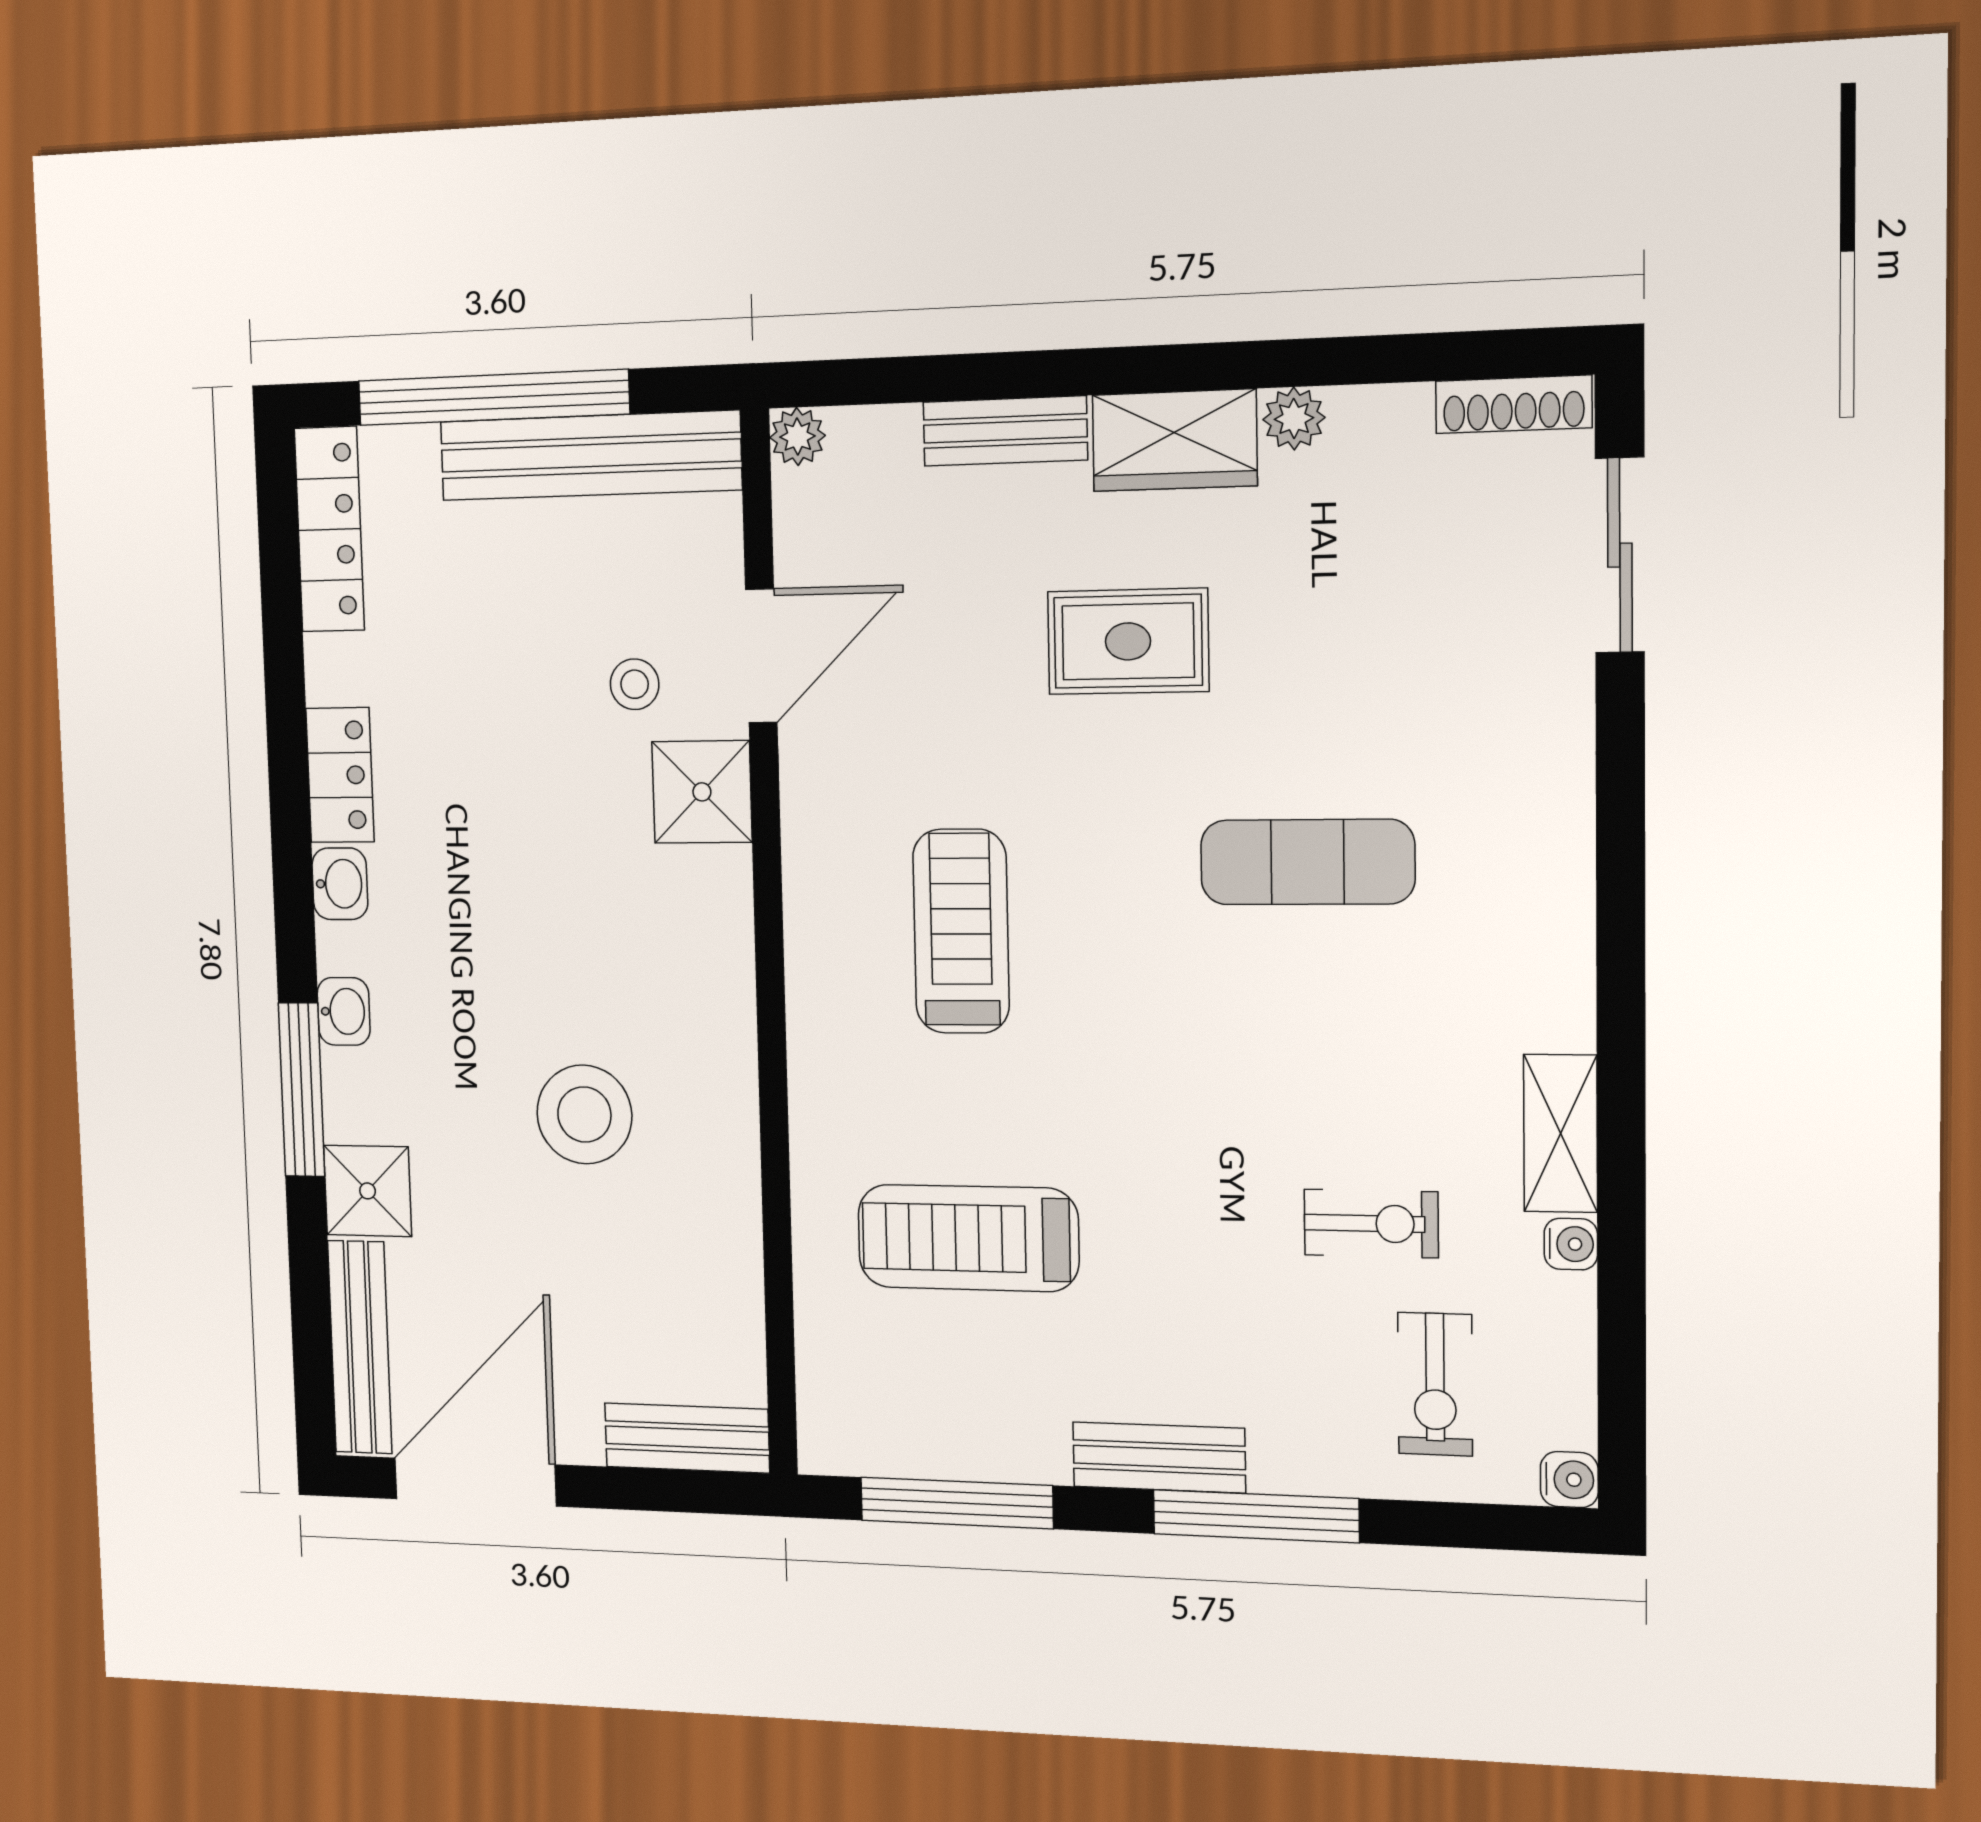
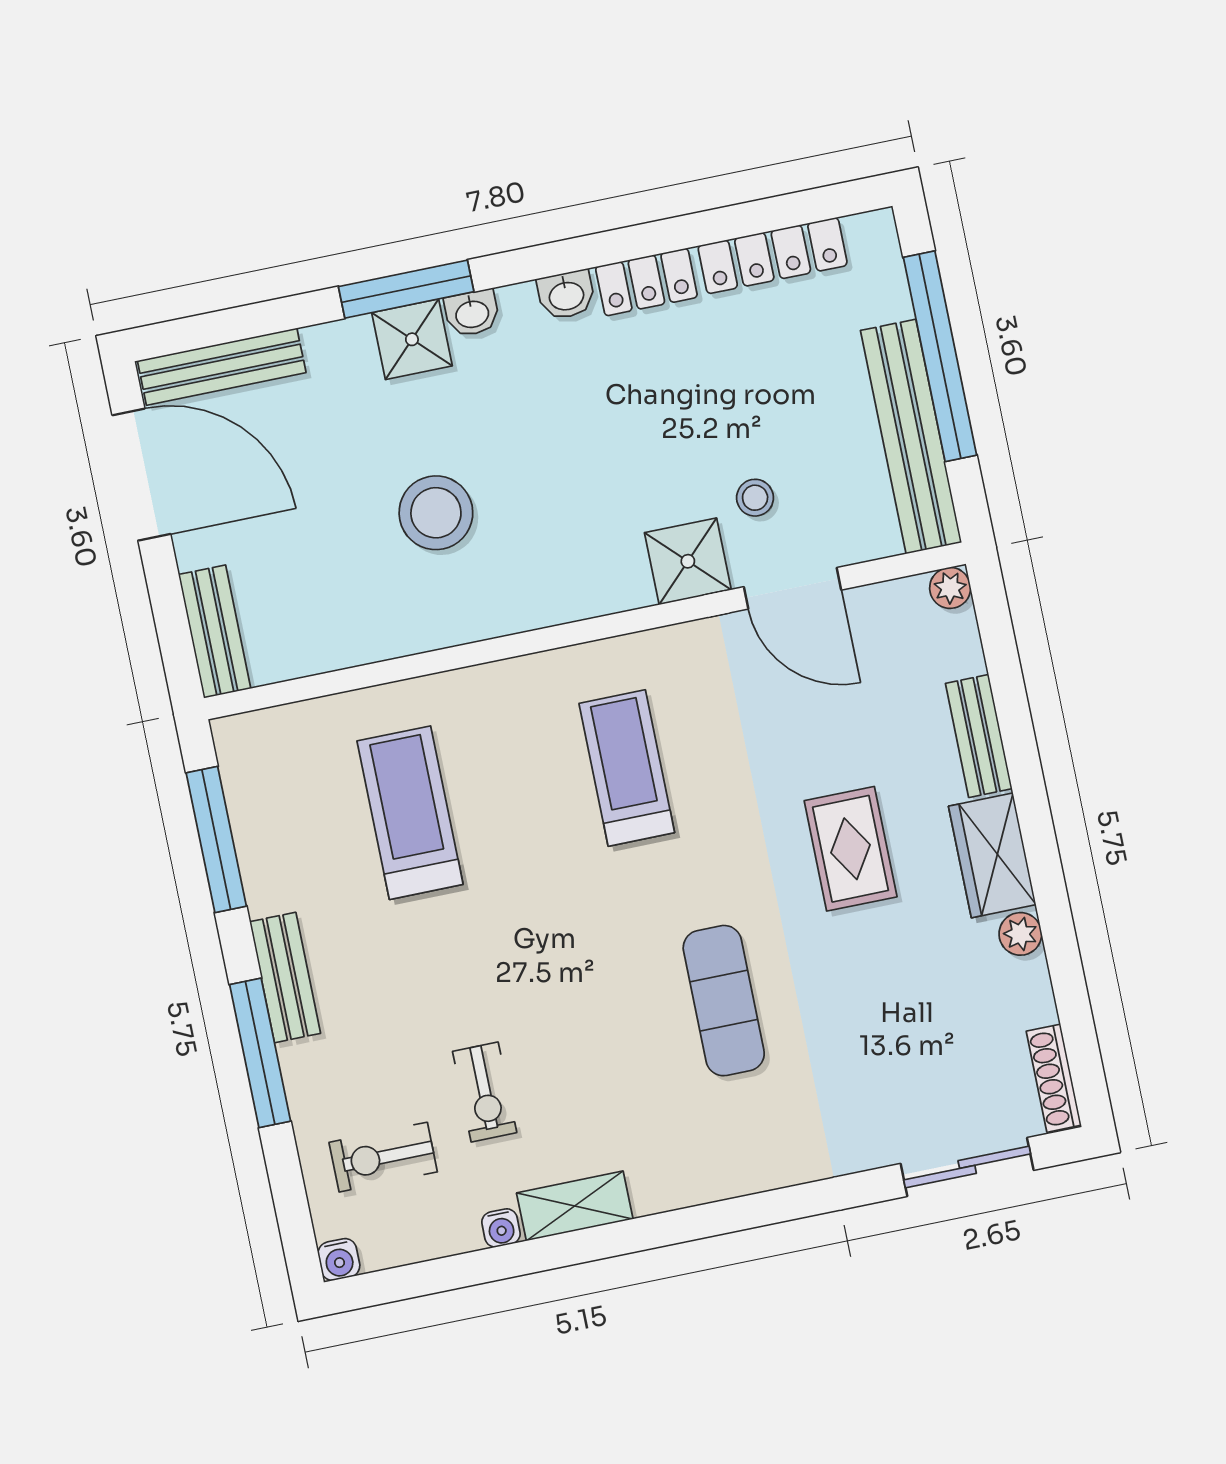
locker: (329, 529) -> (773, 256), moved
treadmill: (961, 931) -> (627, 768), turned -90
shower: (368, 1191) -> (412, 339), moved

